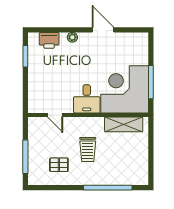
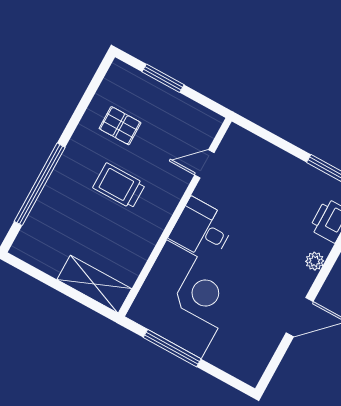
shelving: (124, 124) -> (94, 284), moved, turned 90
window: (25, 157) -> (163, 78), width x0.69
pallet: (59, 165) -> (120, 126), turned 90

